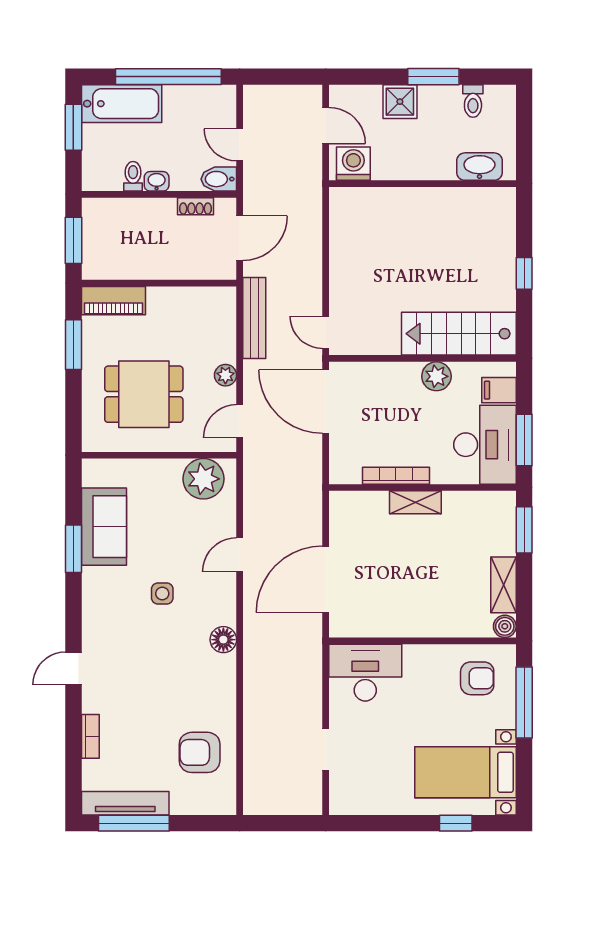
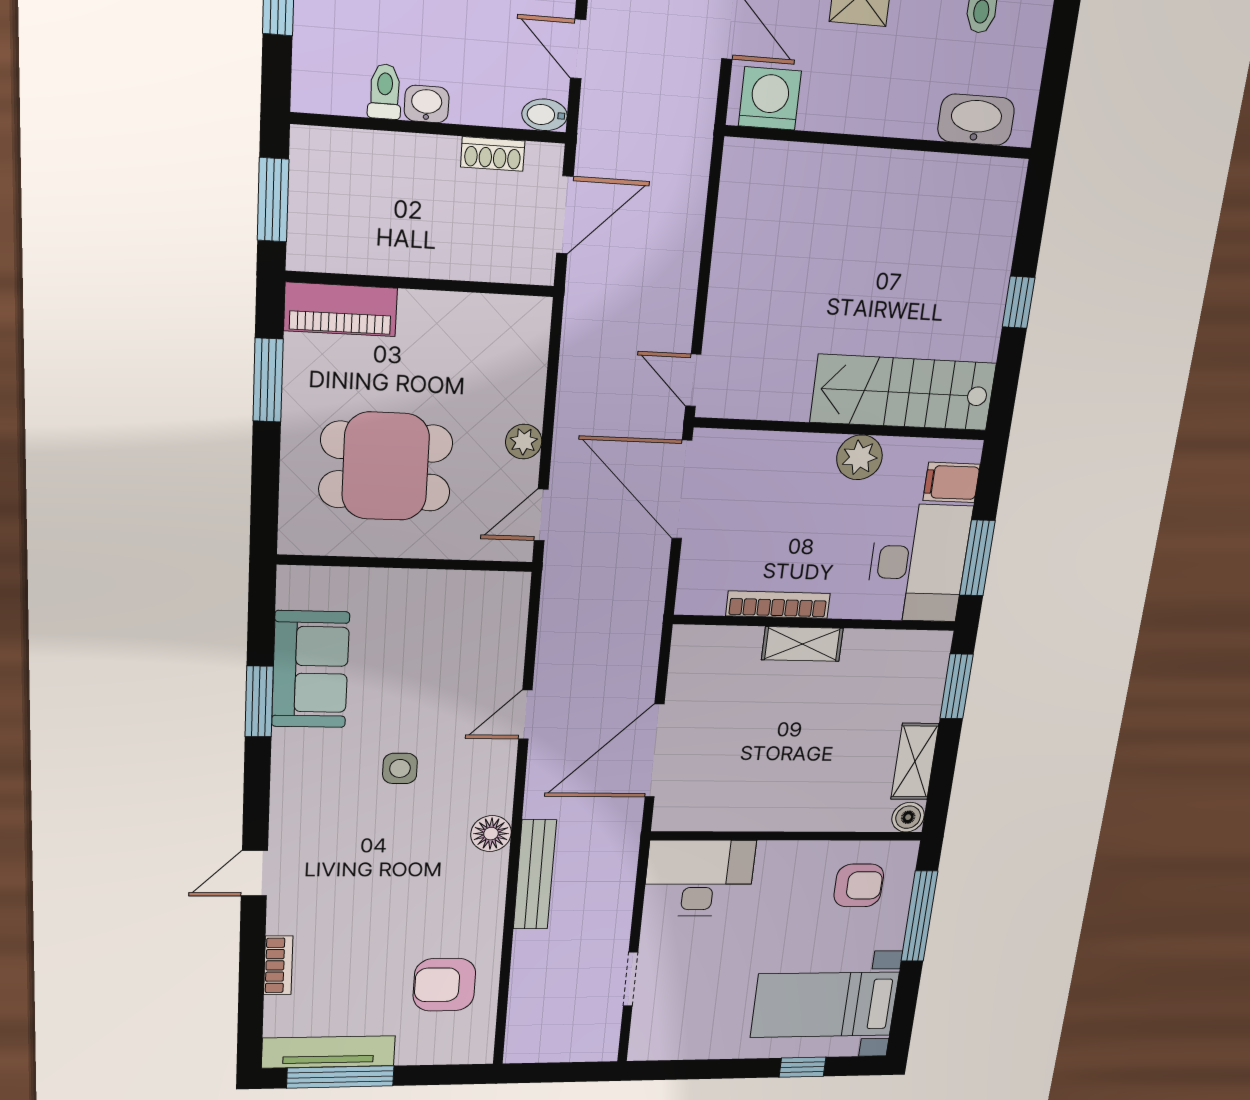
bidet: (219, 179) -> (545, 115), width x0.72, depth x0.74
bench: (254, 318) -> (535, 875), moved
plant: (203, 479) -> (476, 601), removed

